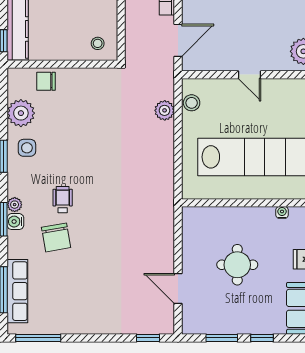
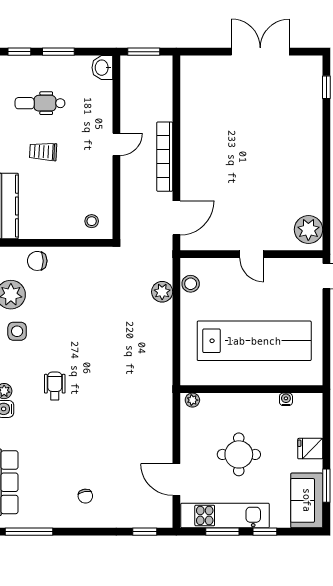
plant: (193, 213) -> (192, 400), added
chair: (56, 237) -> (85, 496), moved, width x0.54, depth x0.54
kitchen unit: (224, 323) -> (225, 515), added

